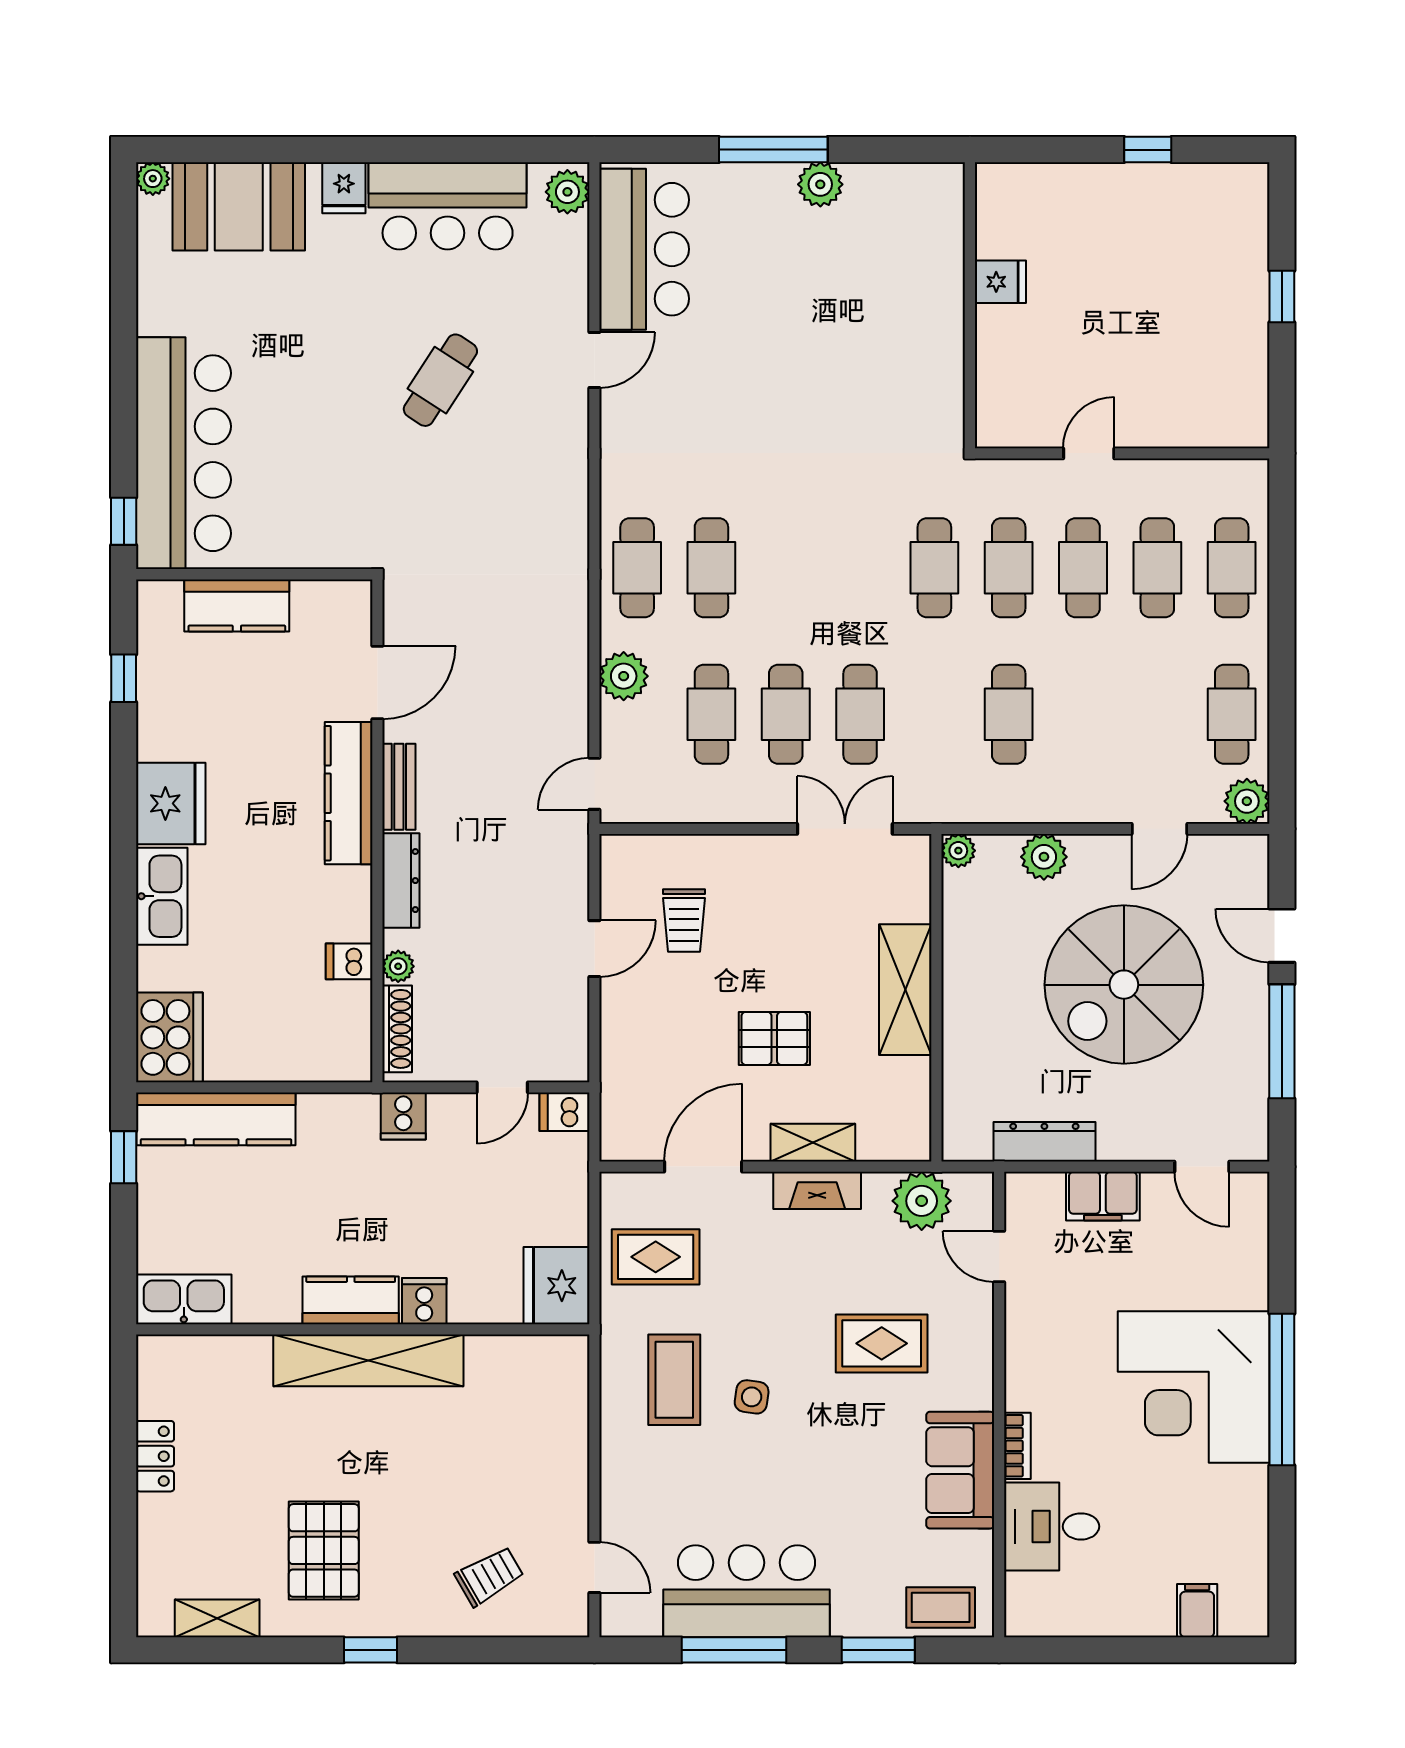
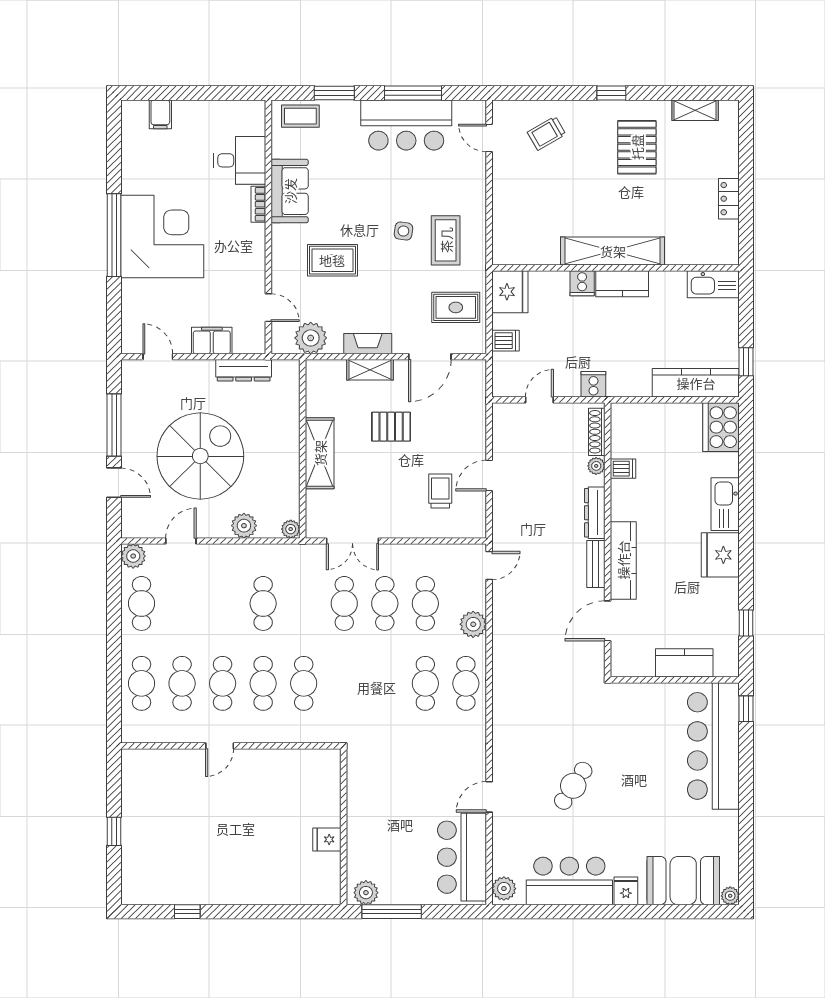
fridge: (1000, 282) -> (327, 839), moved
wall: (970, 305) -> (344, 827), moved
dishwasher: (564, 1112) -> (506, 341), moved

